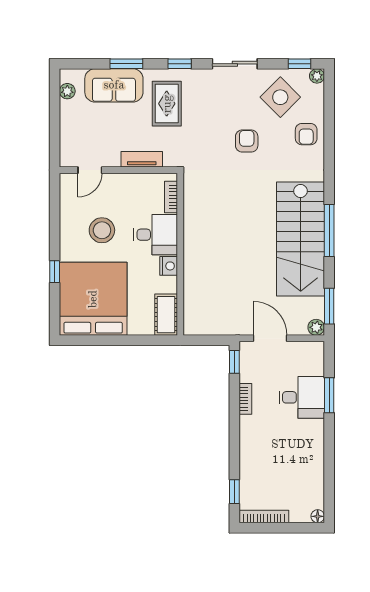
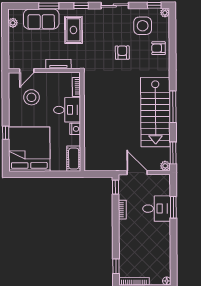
side table: (280, 97) -> (143, 26), turned 45
armchair: (306, 134) -> (159, 48), turned 90
stool: (102, 230) -> (31, 97), moved

